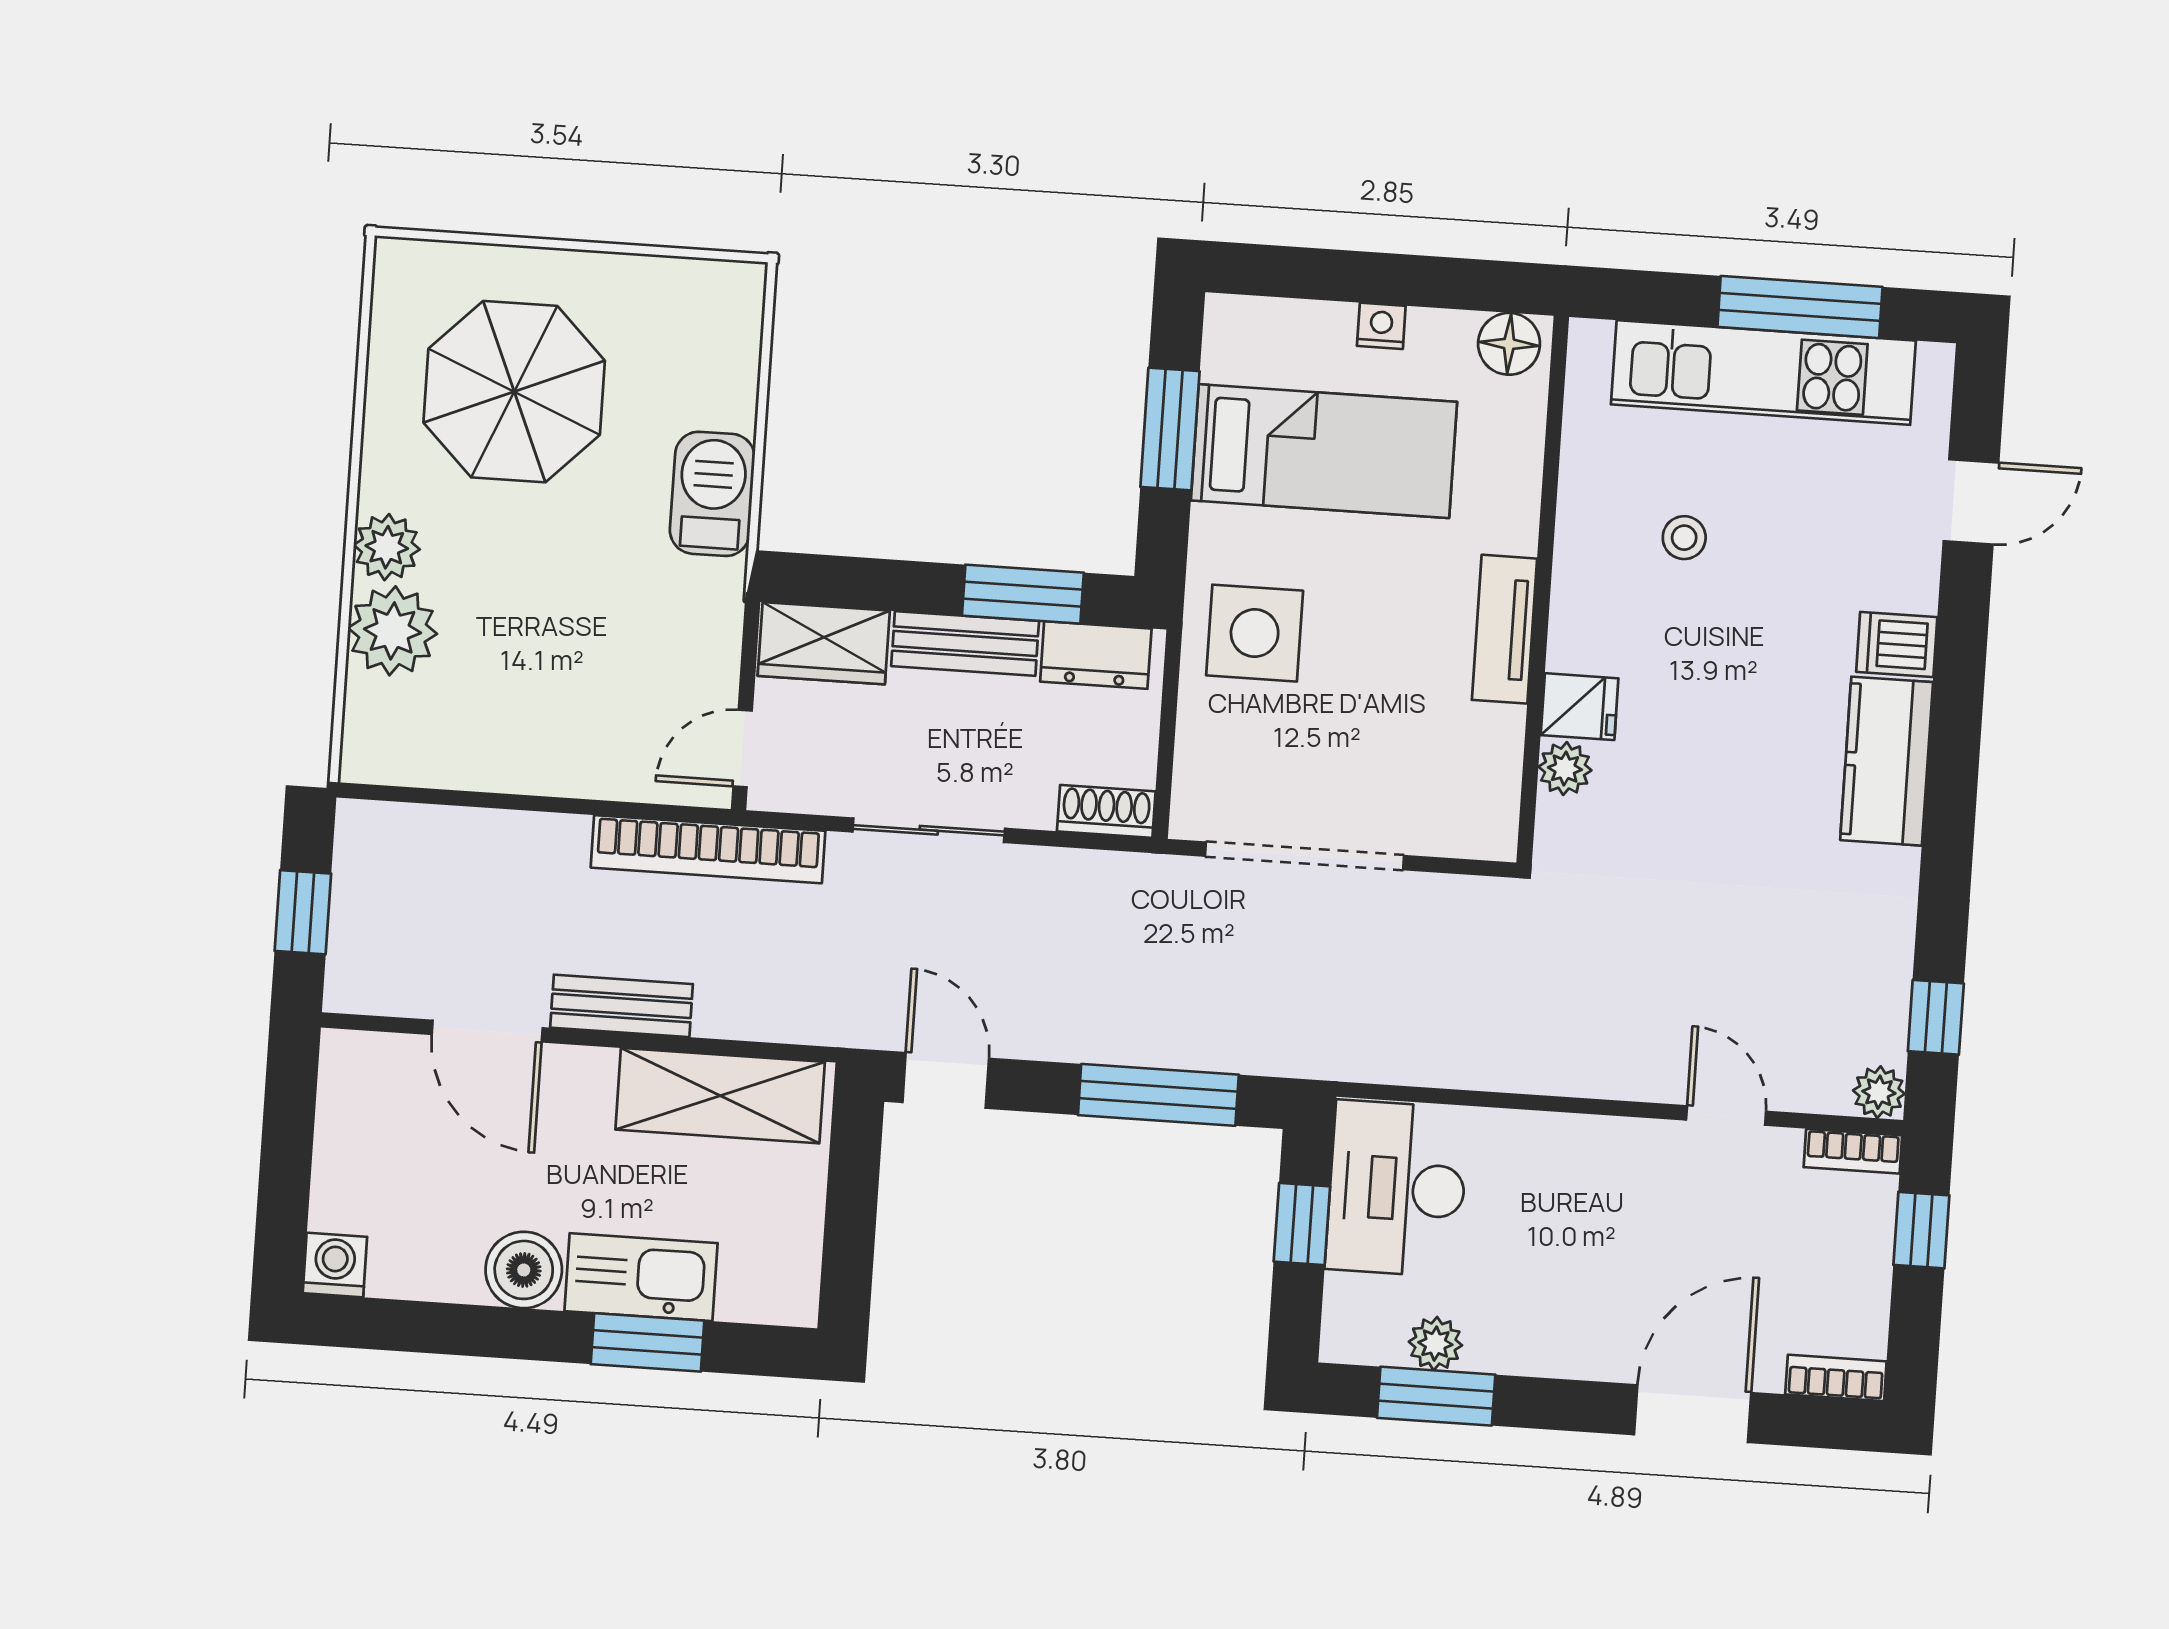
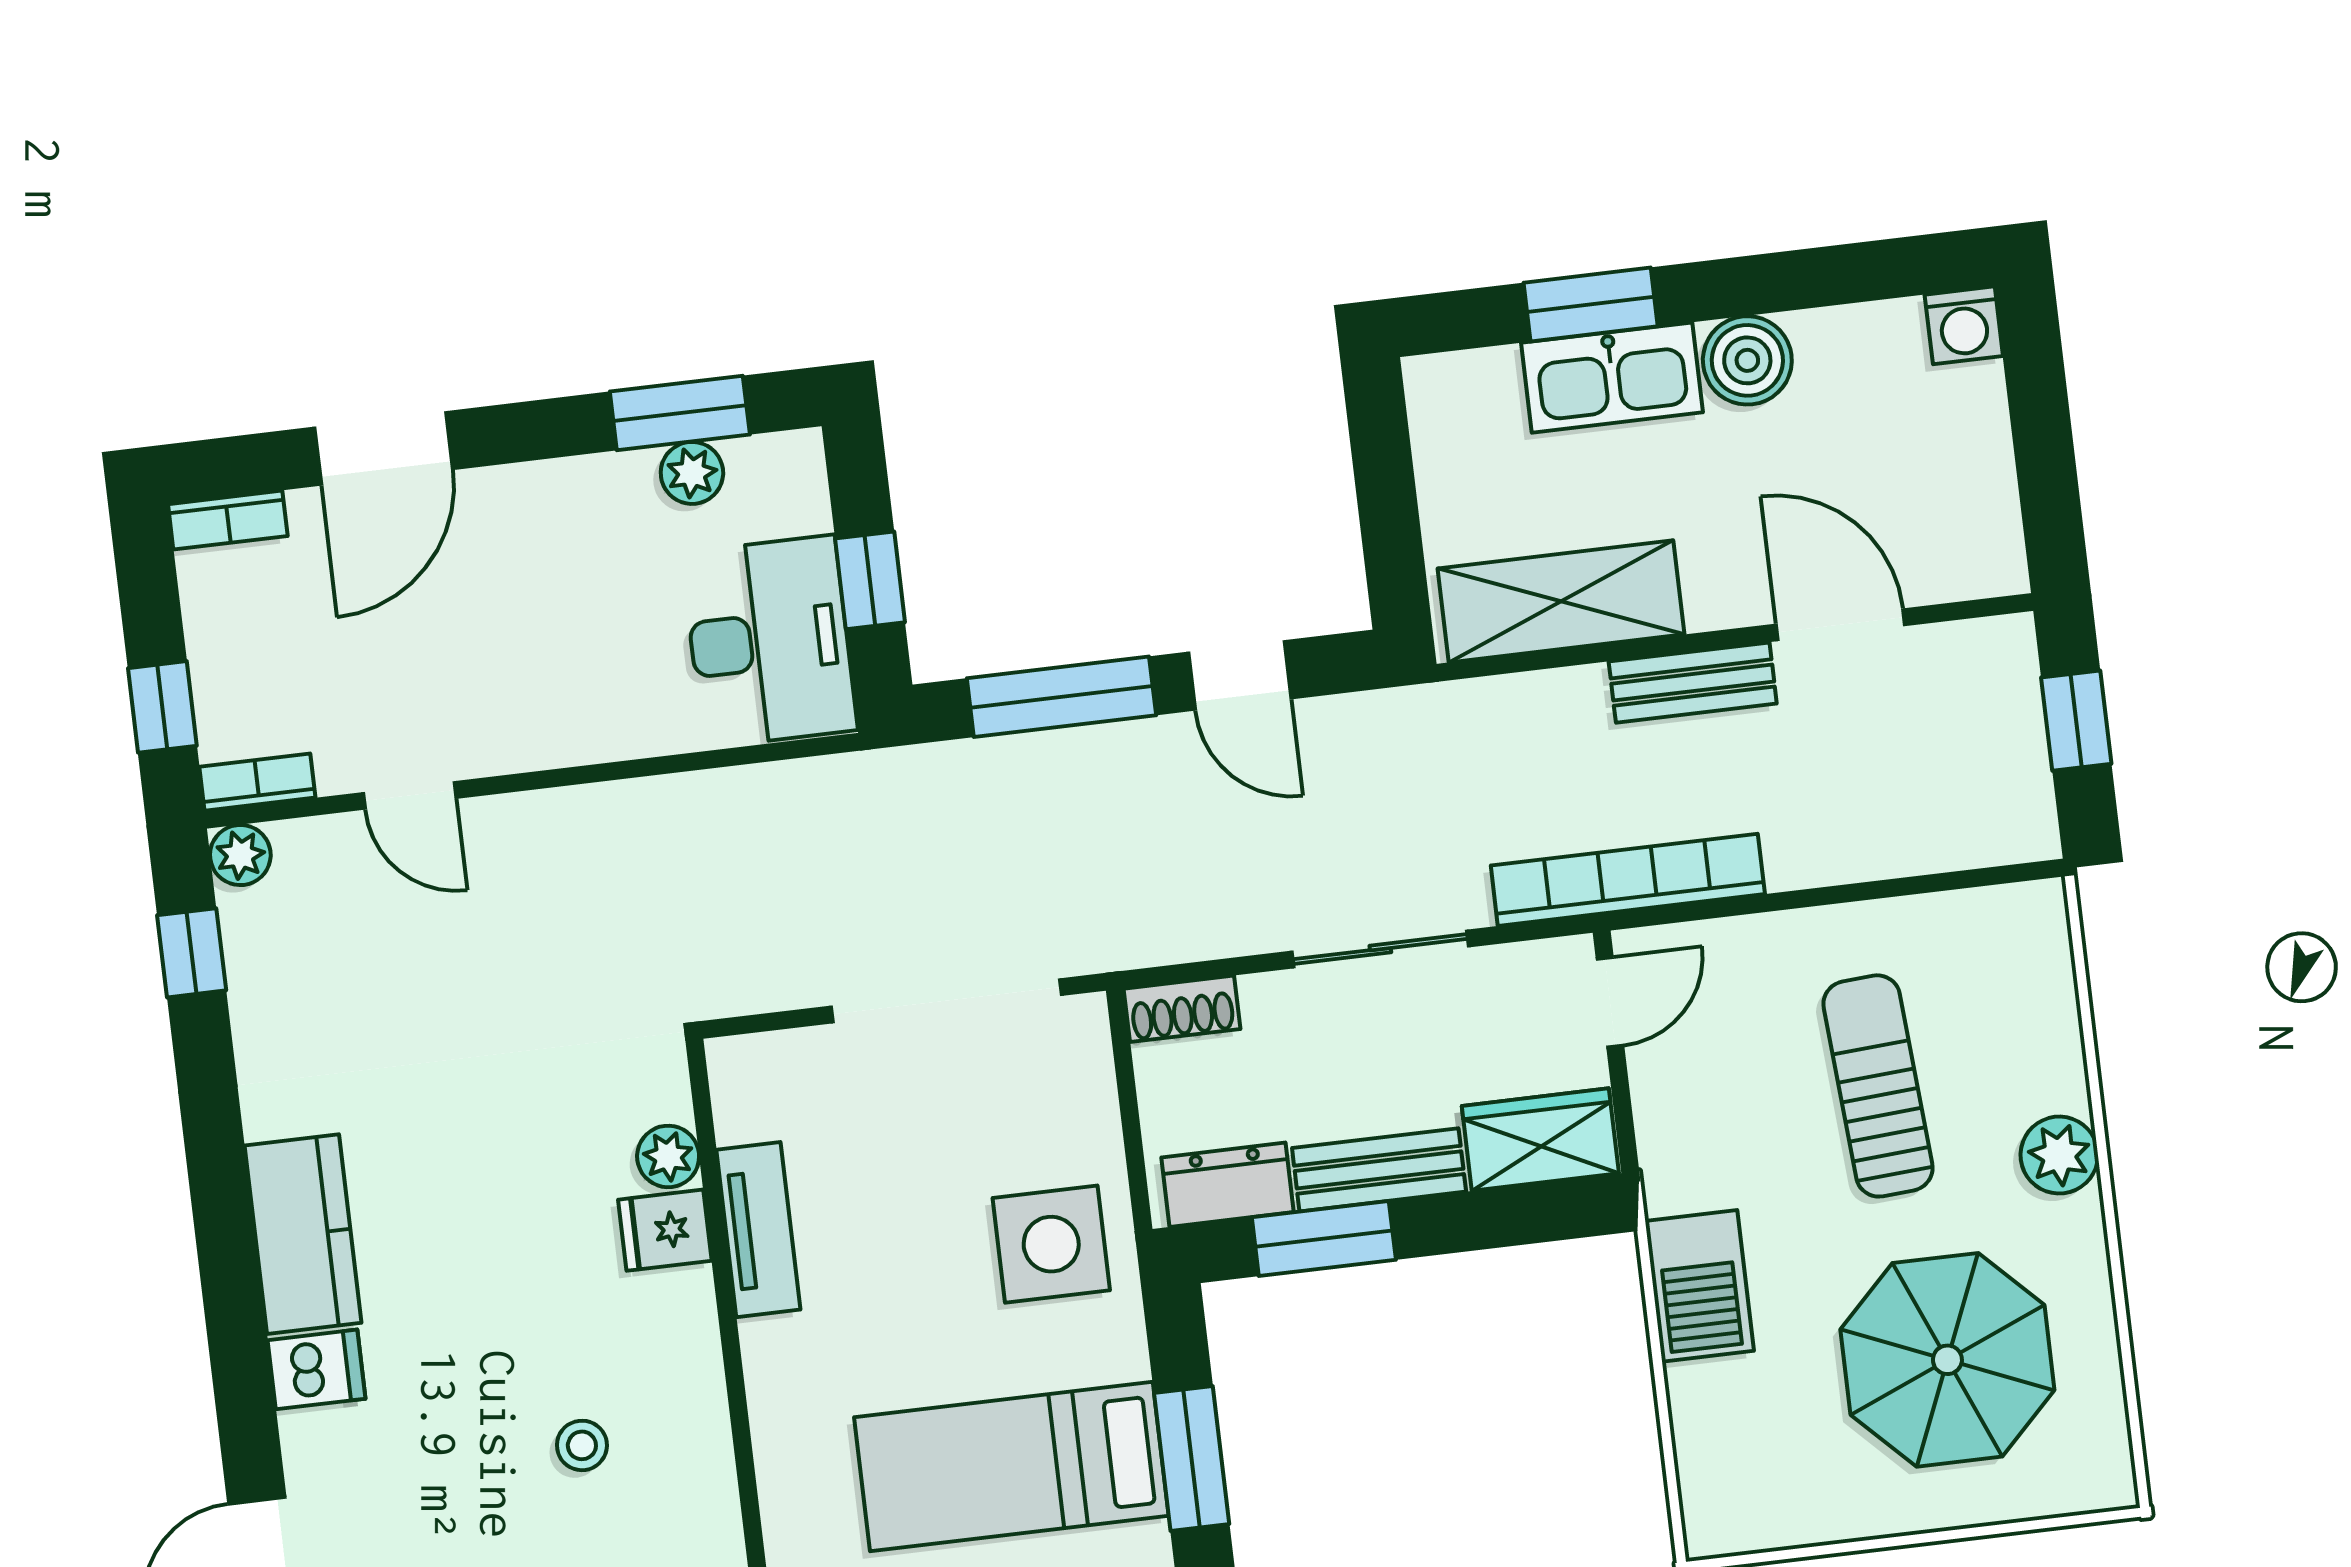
tv unit: (1505, 629) -> (758, 1230), moved
plant: (393, 631) -> (2035, 1061), removed
sun lounger: (529, 635) -> (1878, 1086), added
door: (946, 1080) -> (1240, 675), moved

